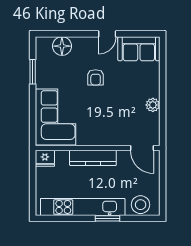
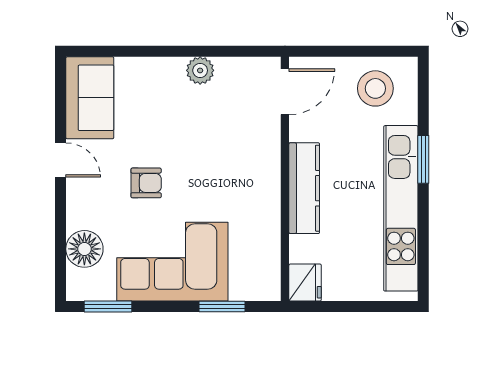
window: (33, 72) -> (108, 307), moved
window: (33, 116) -> (222, 307), added
corner sofa: (56, 117) -> (172, 262), moved
stool: (141, 205) -> (375, 88), moved

